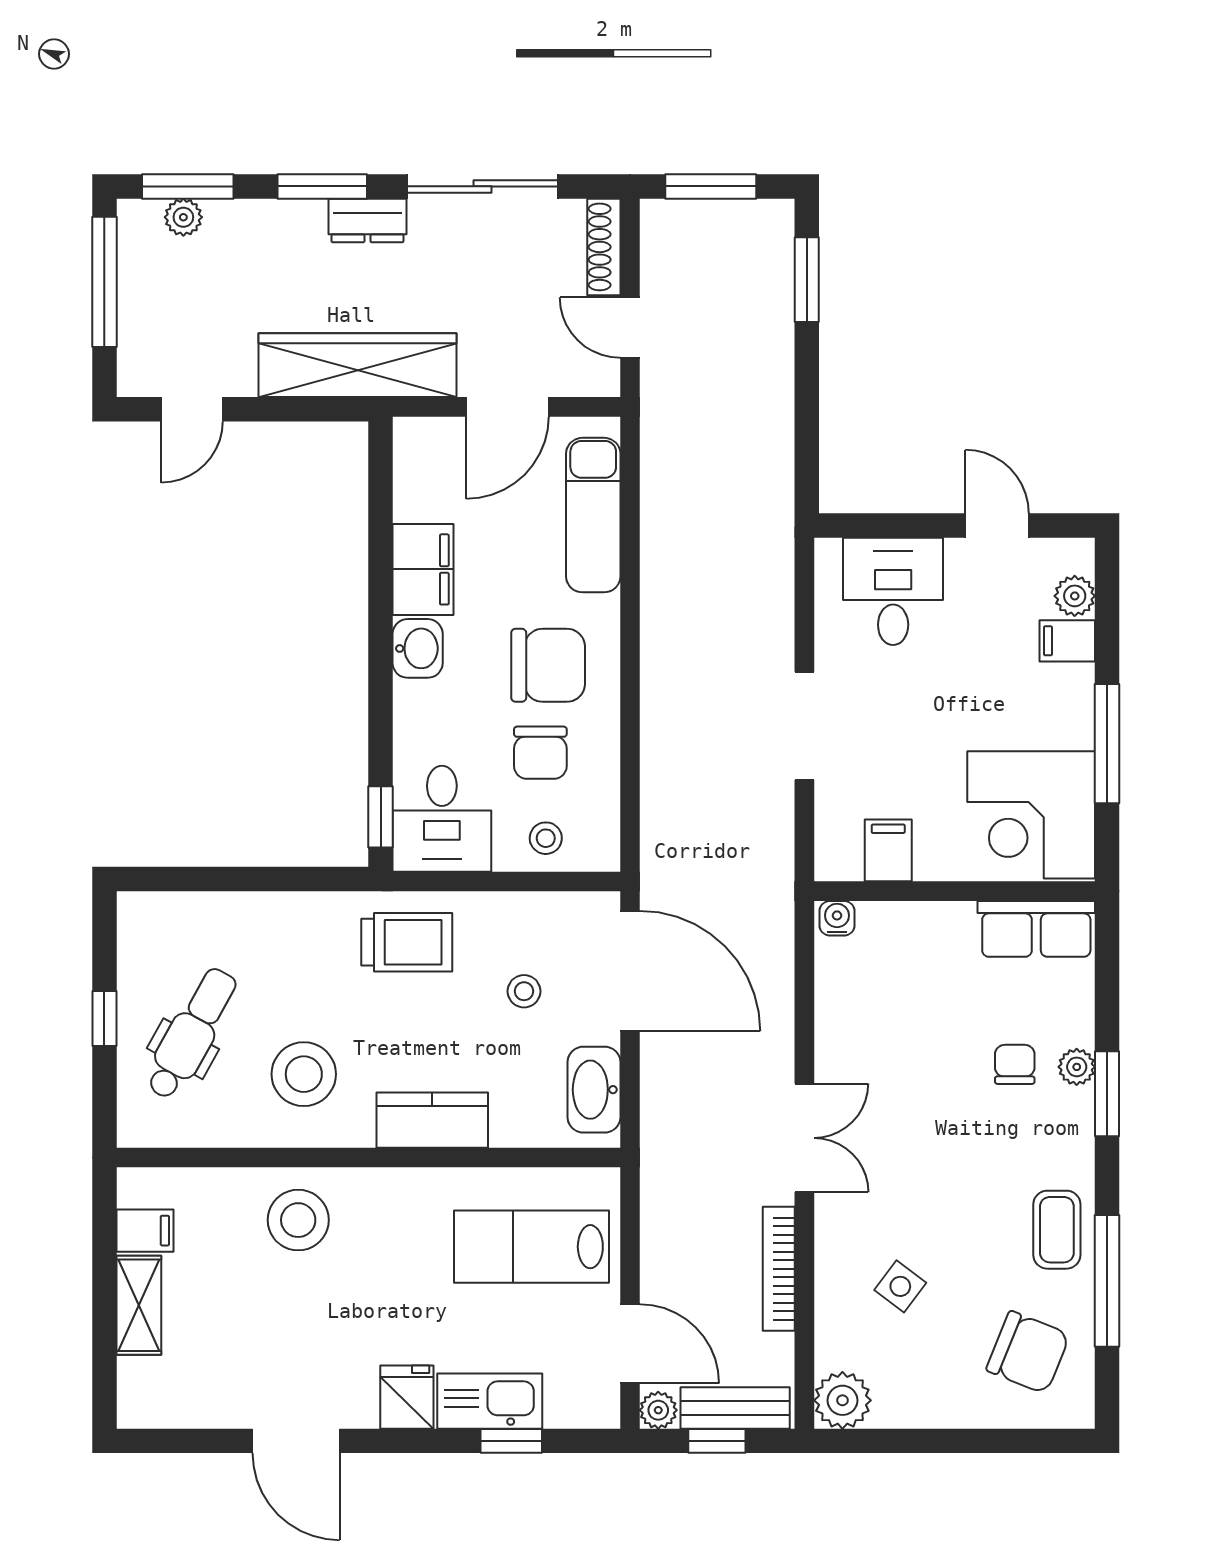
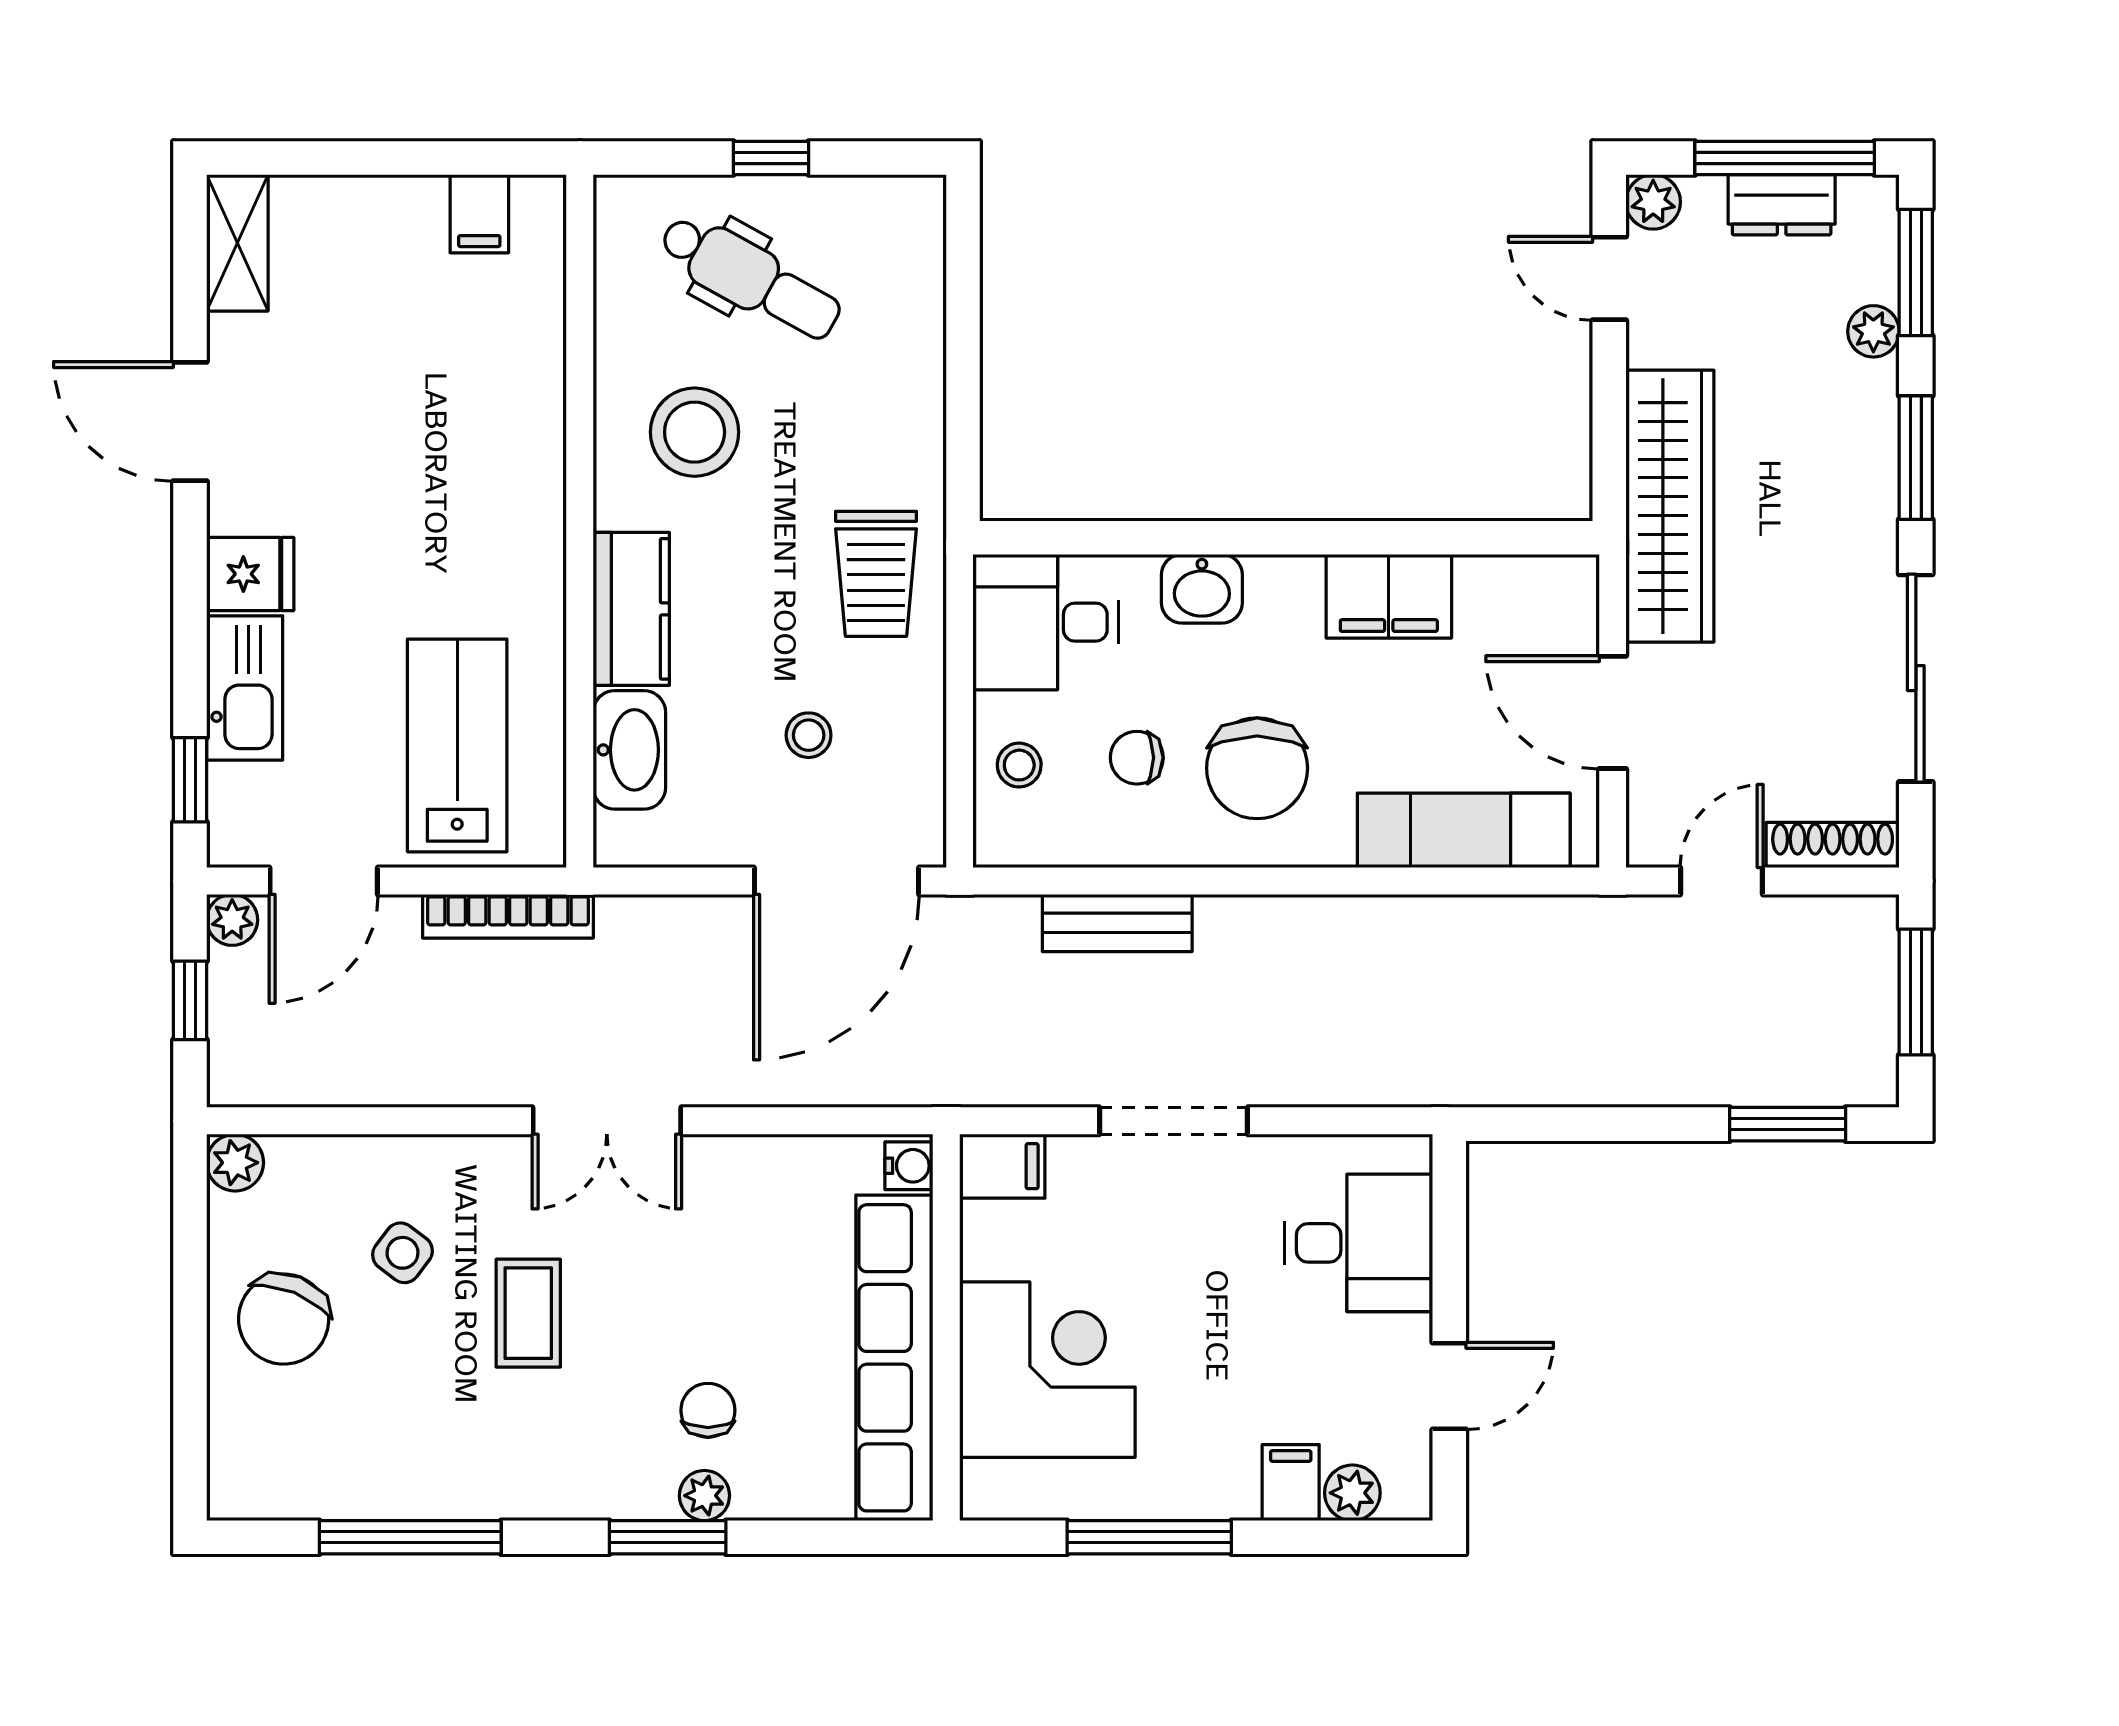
plant: (183, 217) -> (1873, 331), moved
dresser: (367, 220) -> (1782, 205), moved, turned -90
plant: (136, 377) -> (1653, 202), added
washbasin: (418, 648) -> (1202, 589), moved
chair: (540, 753) -> (1137, 758), width x0.73, depth x0.73
corner desk: (1031, 815) -> (1047, 1370), moved, turned 90
window: (381, 817) -> (1048, 538), removed
filing cabinet: (888, 850) -> (1002, 1166), moved
row of seats: (1036, 929) -> (894, 1358), width x2.02
chair: (1015, 1064) -> (708, 1410), turned -90
washbasin: (594, 1090) -> (629, 750), moved, turned 90
stool: (298, 1220) -> (494, 424), removed
coffee table: (1057, 1230) -> (528, 1313), moved, turned 90
bookcase: (779, 1269) -> (508, 916), moved, turned 180
shelving: (139, 1305) -> (237, 243), moved, turned 90
chair: (1028, 1352) -> (284, 1319), moved
plant: (842, 1400) -> (235, 1163), width x0.73, depth x0.73
bench: (735, 1408) -> (1117, 923), moved, turned 90
door: (296, 1441) -> (190, 421), hinge flipped
window: (511, 1441) -> (190, 780), moved

